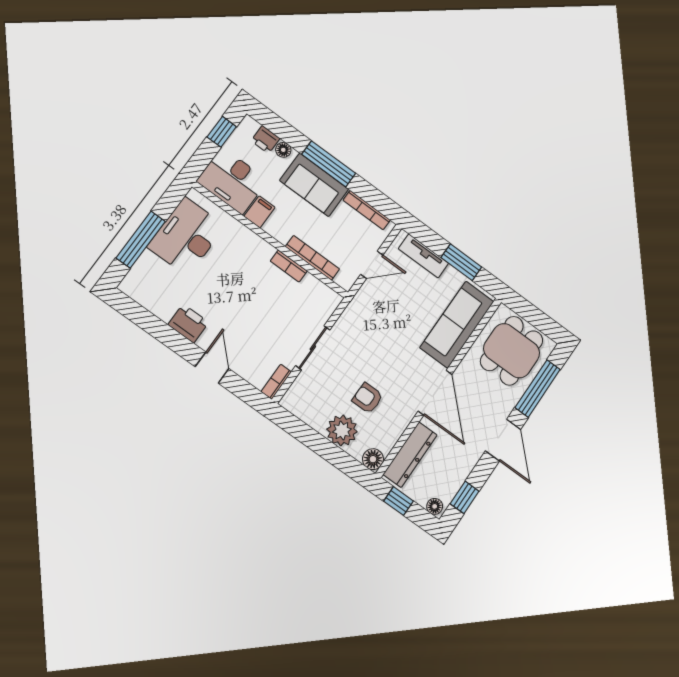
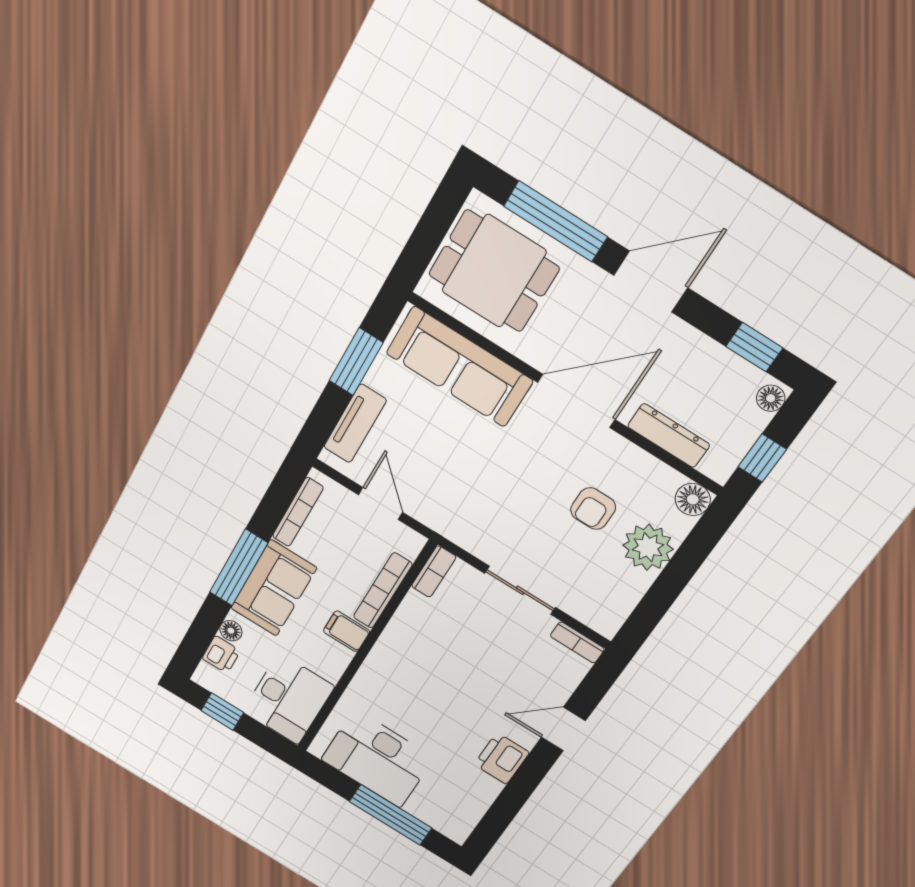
filing cabinet: (259, 212) -> (347, 631), moved
bookcase: (289, 266) -> (434, 571), moved
dresser: (410, 455) -> (669, 436), width x0.73, depth x0.80

